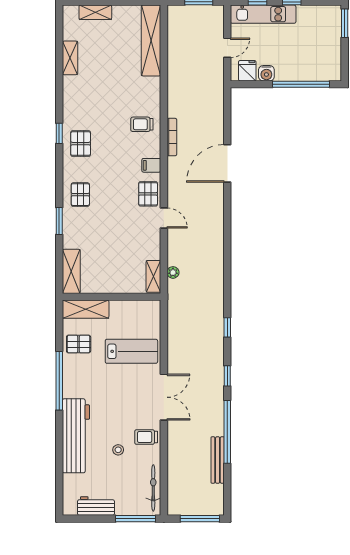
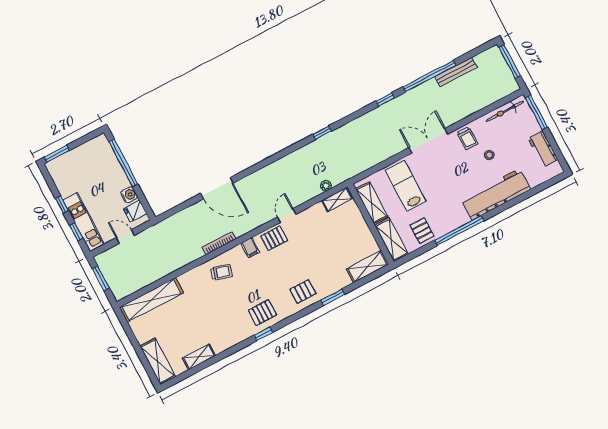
shelving: (95, 12) -> (158, 361), width x1.50, depth x1.33
trolley: (142, 124) -> (222, 272), turned -73
shelving: (132, 309) -> (372, 203), added
window: (227, 327) -> (322, 133), moved

